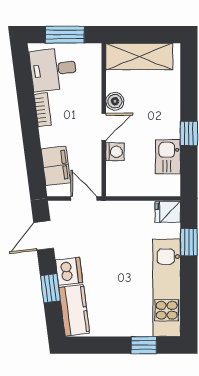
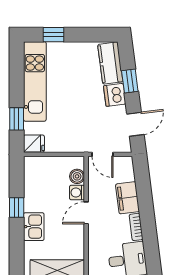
boiler: (115, 101) -> (77, 176), moved
kitchen sink: (168, 157) -> (34, 227), moved
filing cabinet: (56, 166) -> (128, 198), moved

